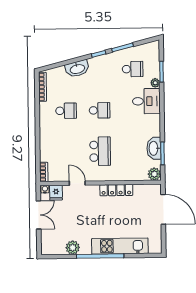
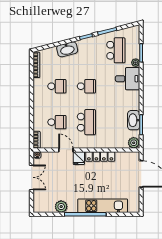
school desk: (133, 69) -> (116, 50), width x1.85
school desk: (67, 152) -> (57, 122), added
fridge: (56, 193) -> (79, 158), moved

